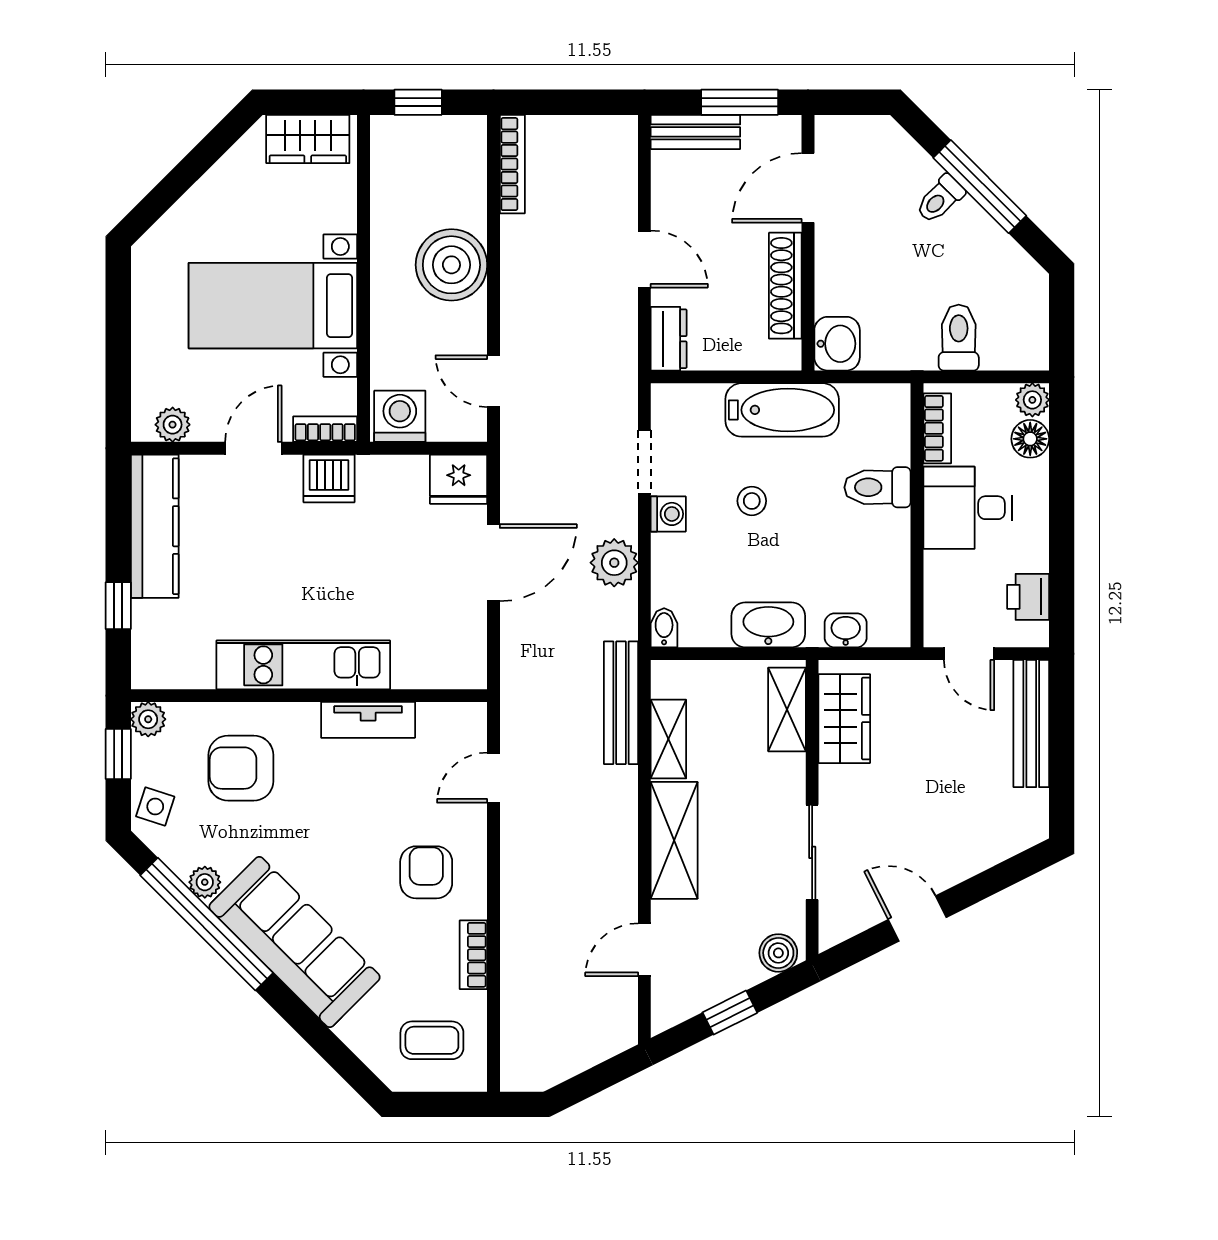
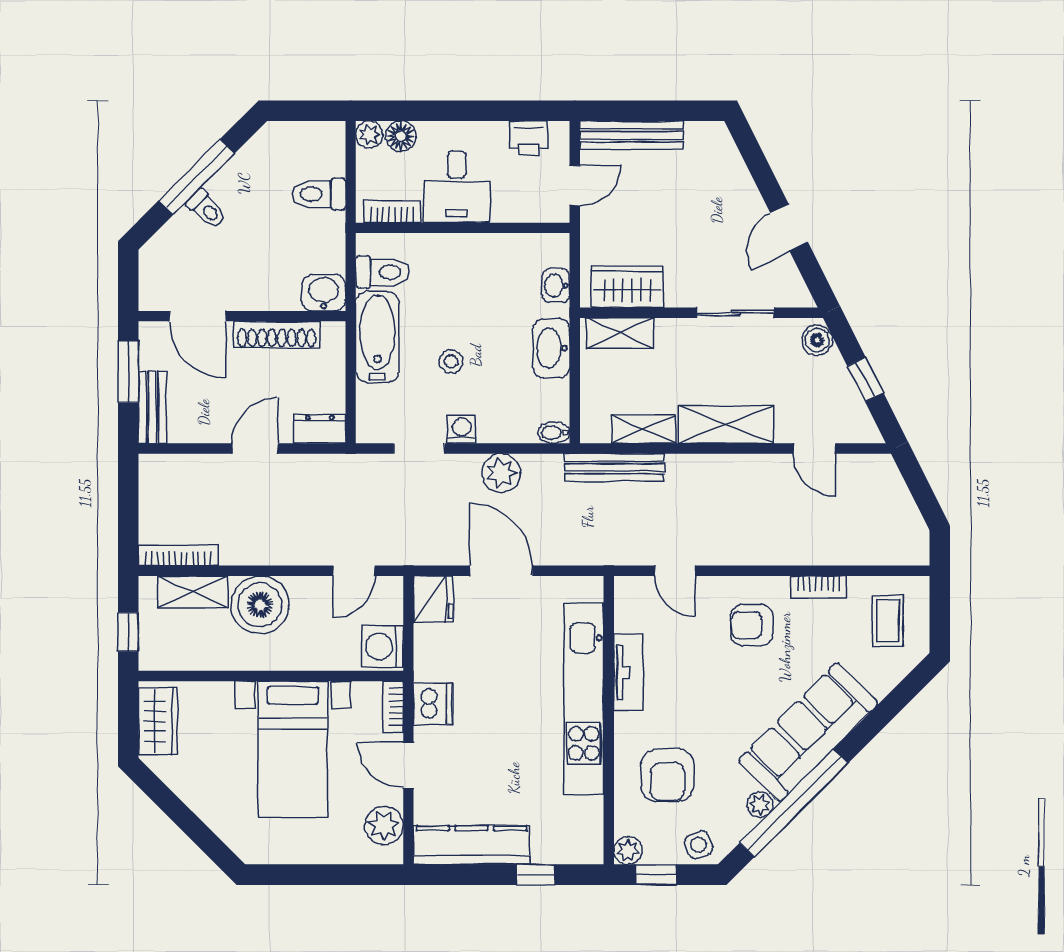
shelving: (468, 182) -> (193, 592), added
plant: (173, 425) -> (384, 825), width x1.38, depth x1.38
toilet: (877, 487) -> (383, 272), moved, turned -90
kitchen unit: (303, 665) -> (584, 699), width x1.36
side table: (155, 807) -> (698, 845), turned -38

